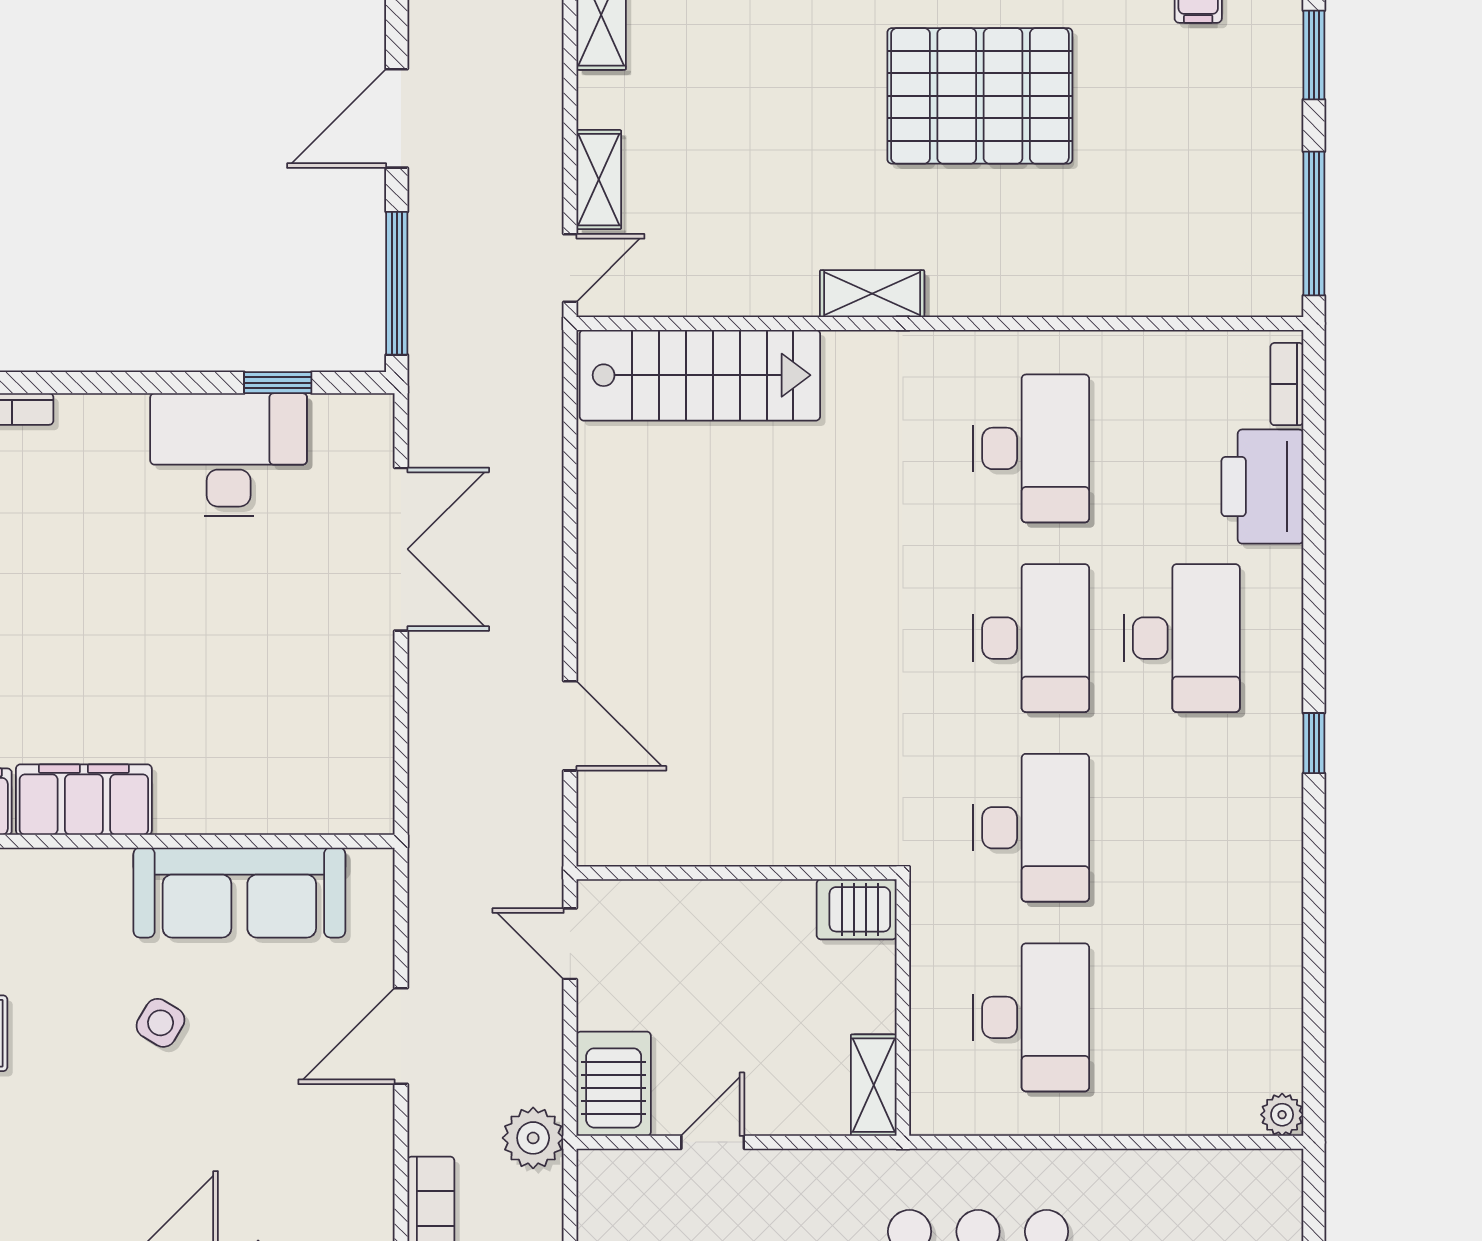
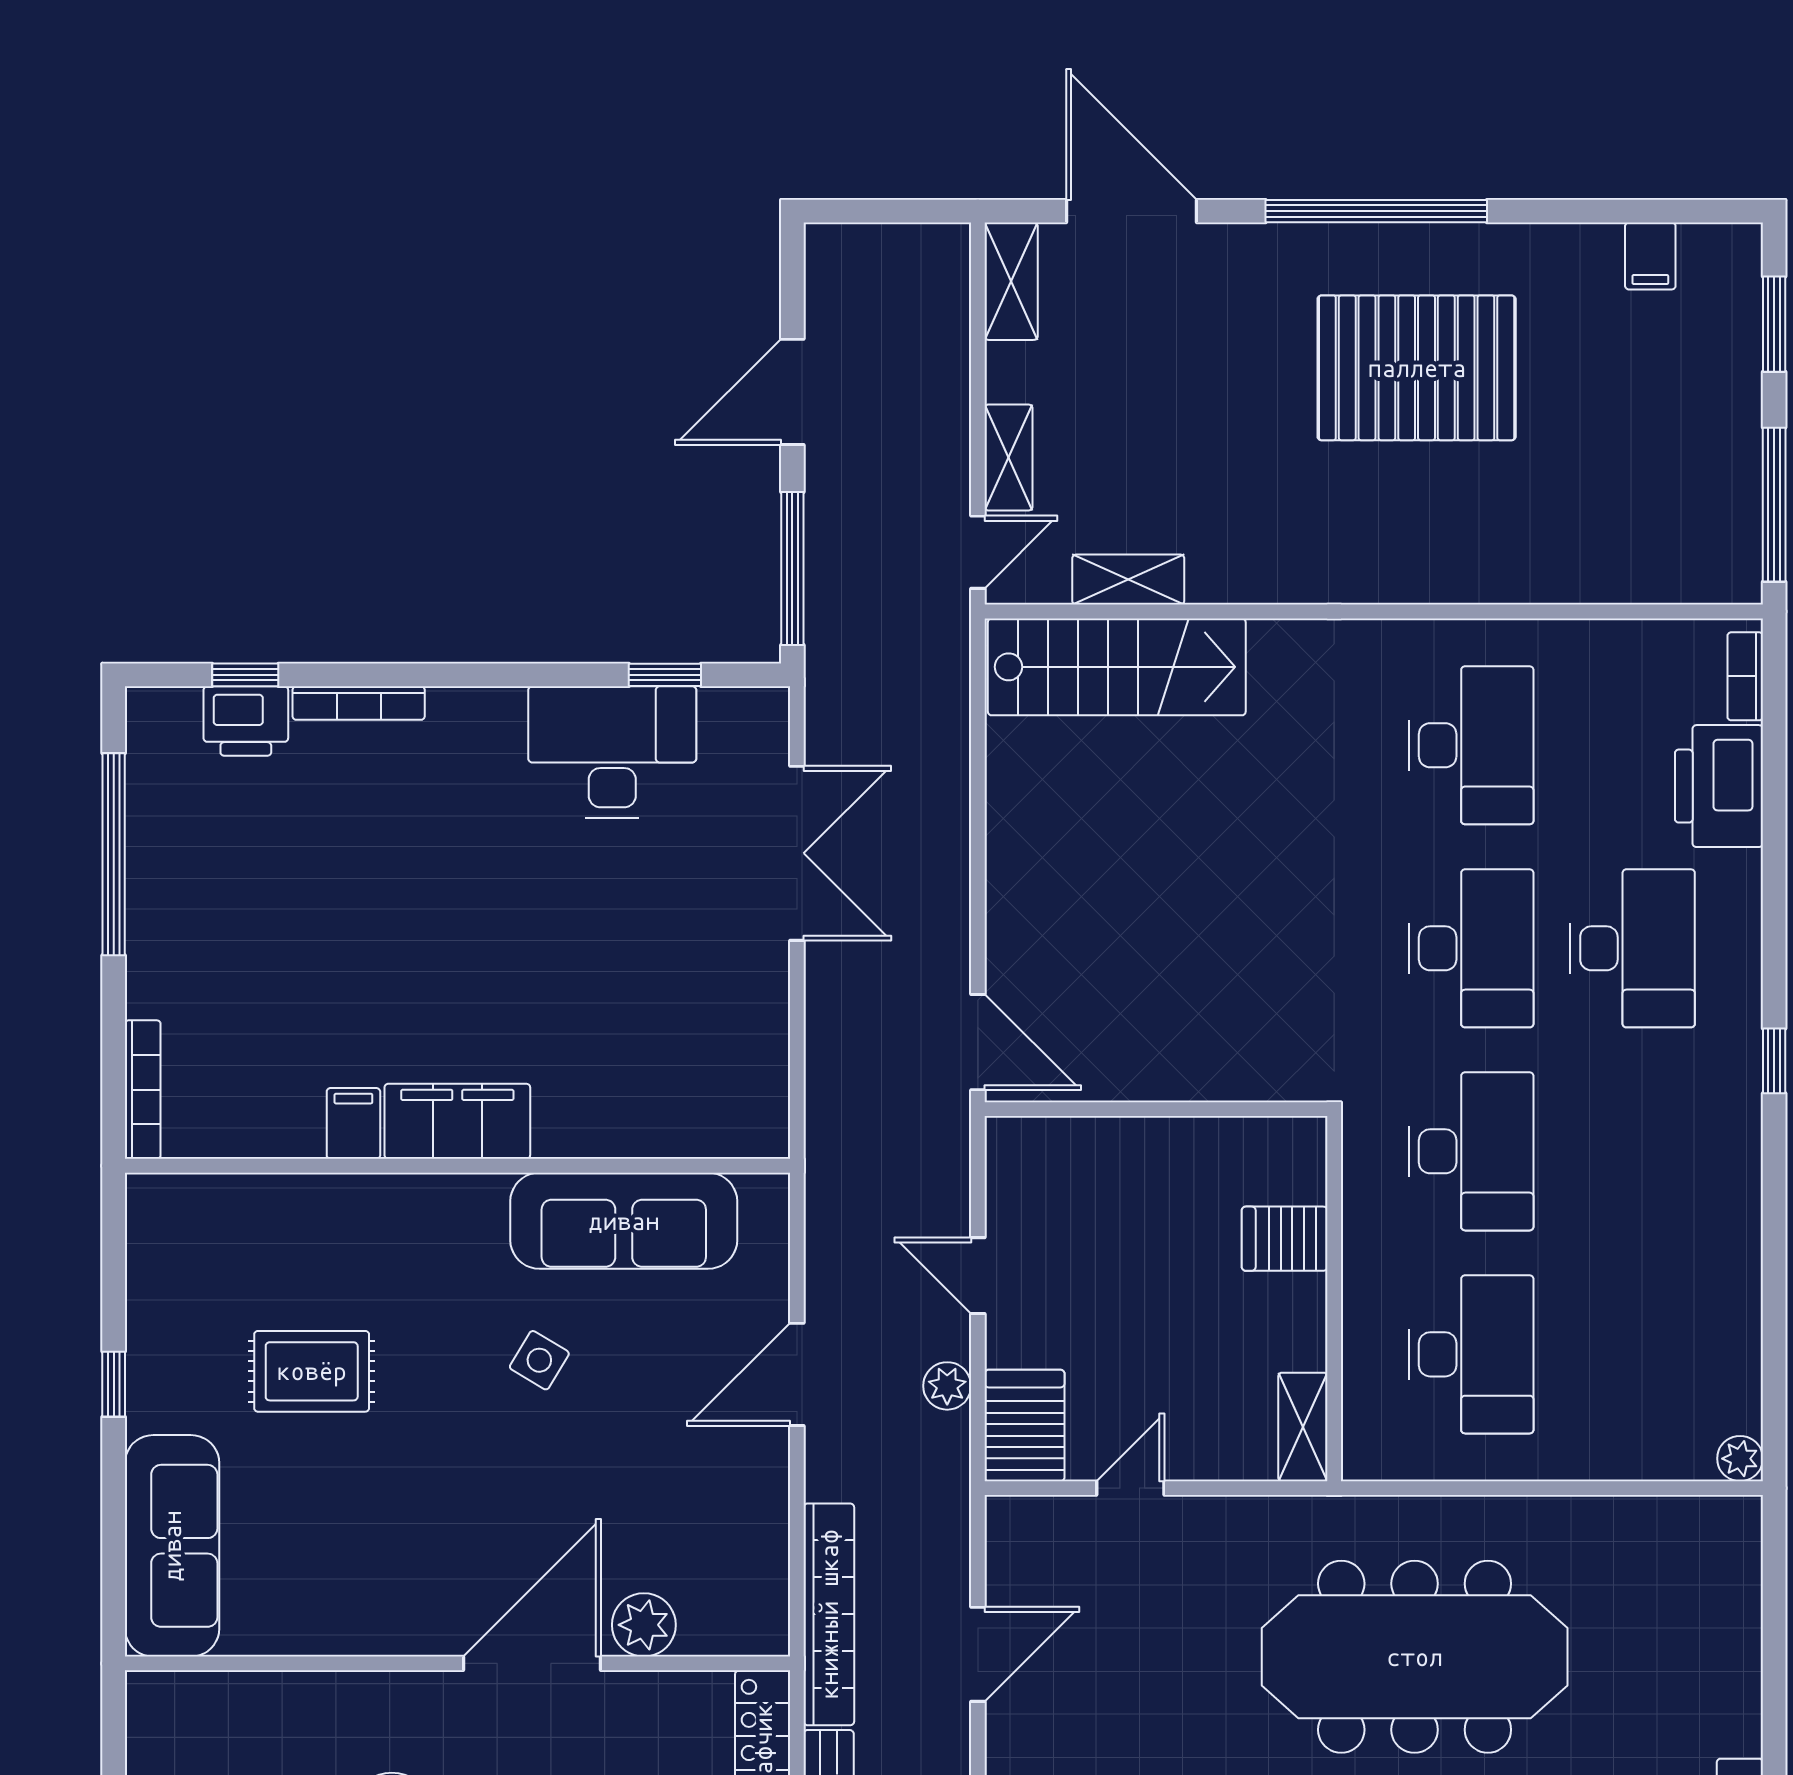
shelving: (872, 294) -> (1128, 580), moved
wall: (736, 873) -> (1156, 1109), moved
plant: (533, 1138) -> (947, 1386), moved, width x0.73, depth x0.73

